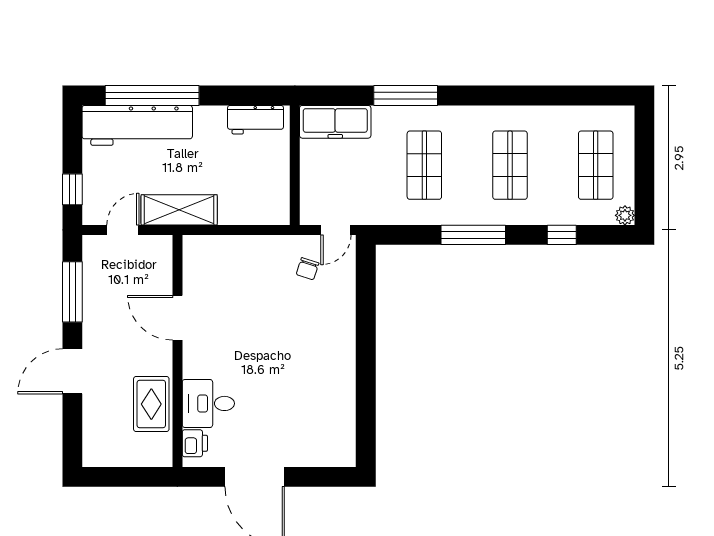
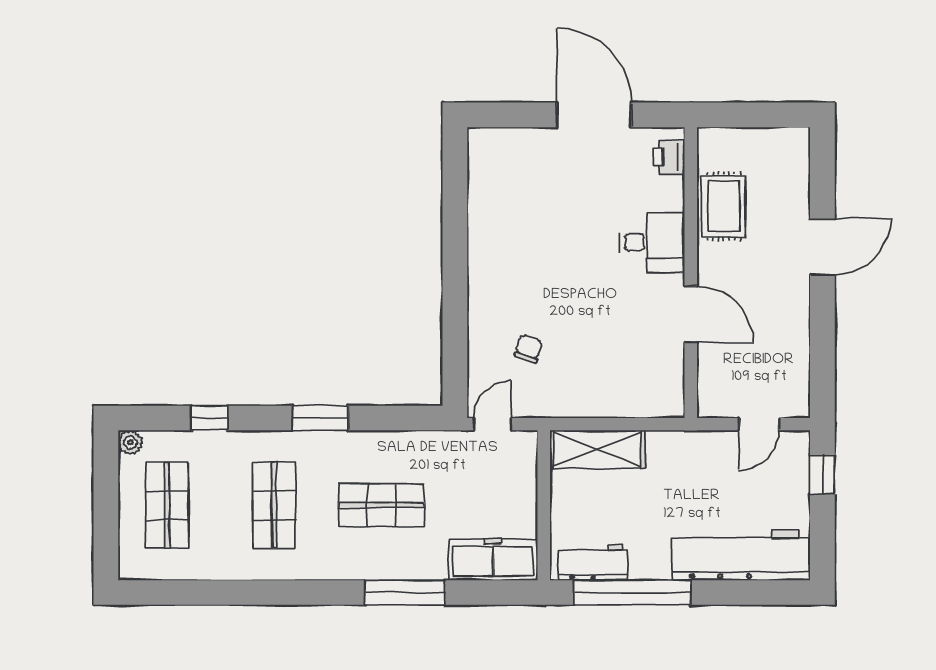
window: (152, 95) -> (632, 592), moved
shop shelf: (424, 165) -> (382, 505), turned 90
shelving: (179, 210) -> (597, 449), moved
window: (473, 235) -> (320, 418), width x0.69
chair: (308, 269) -> (528, 349), moved
window: (72, 292) -> (822, 347), removed
desk: (208, 403) -> (652, 243), moved

